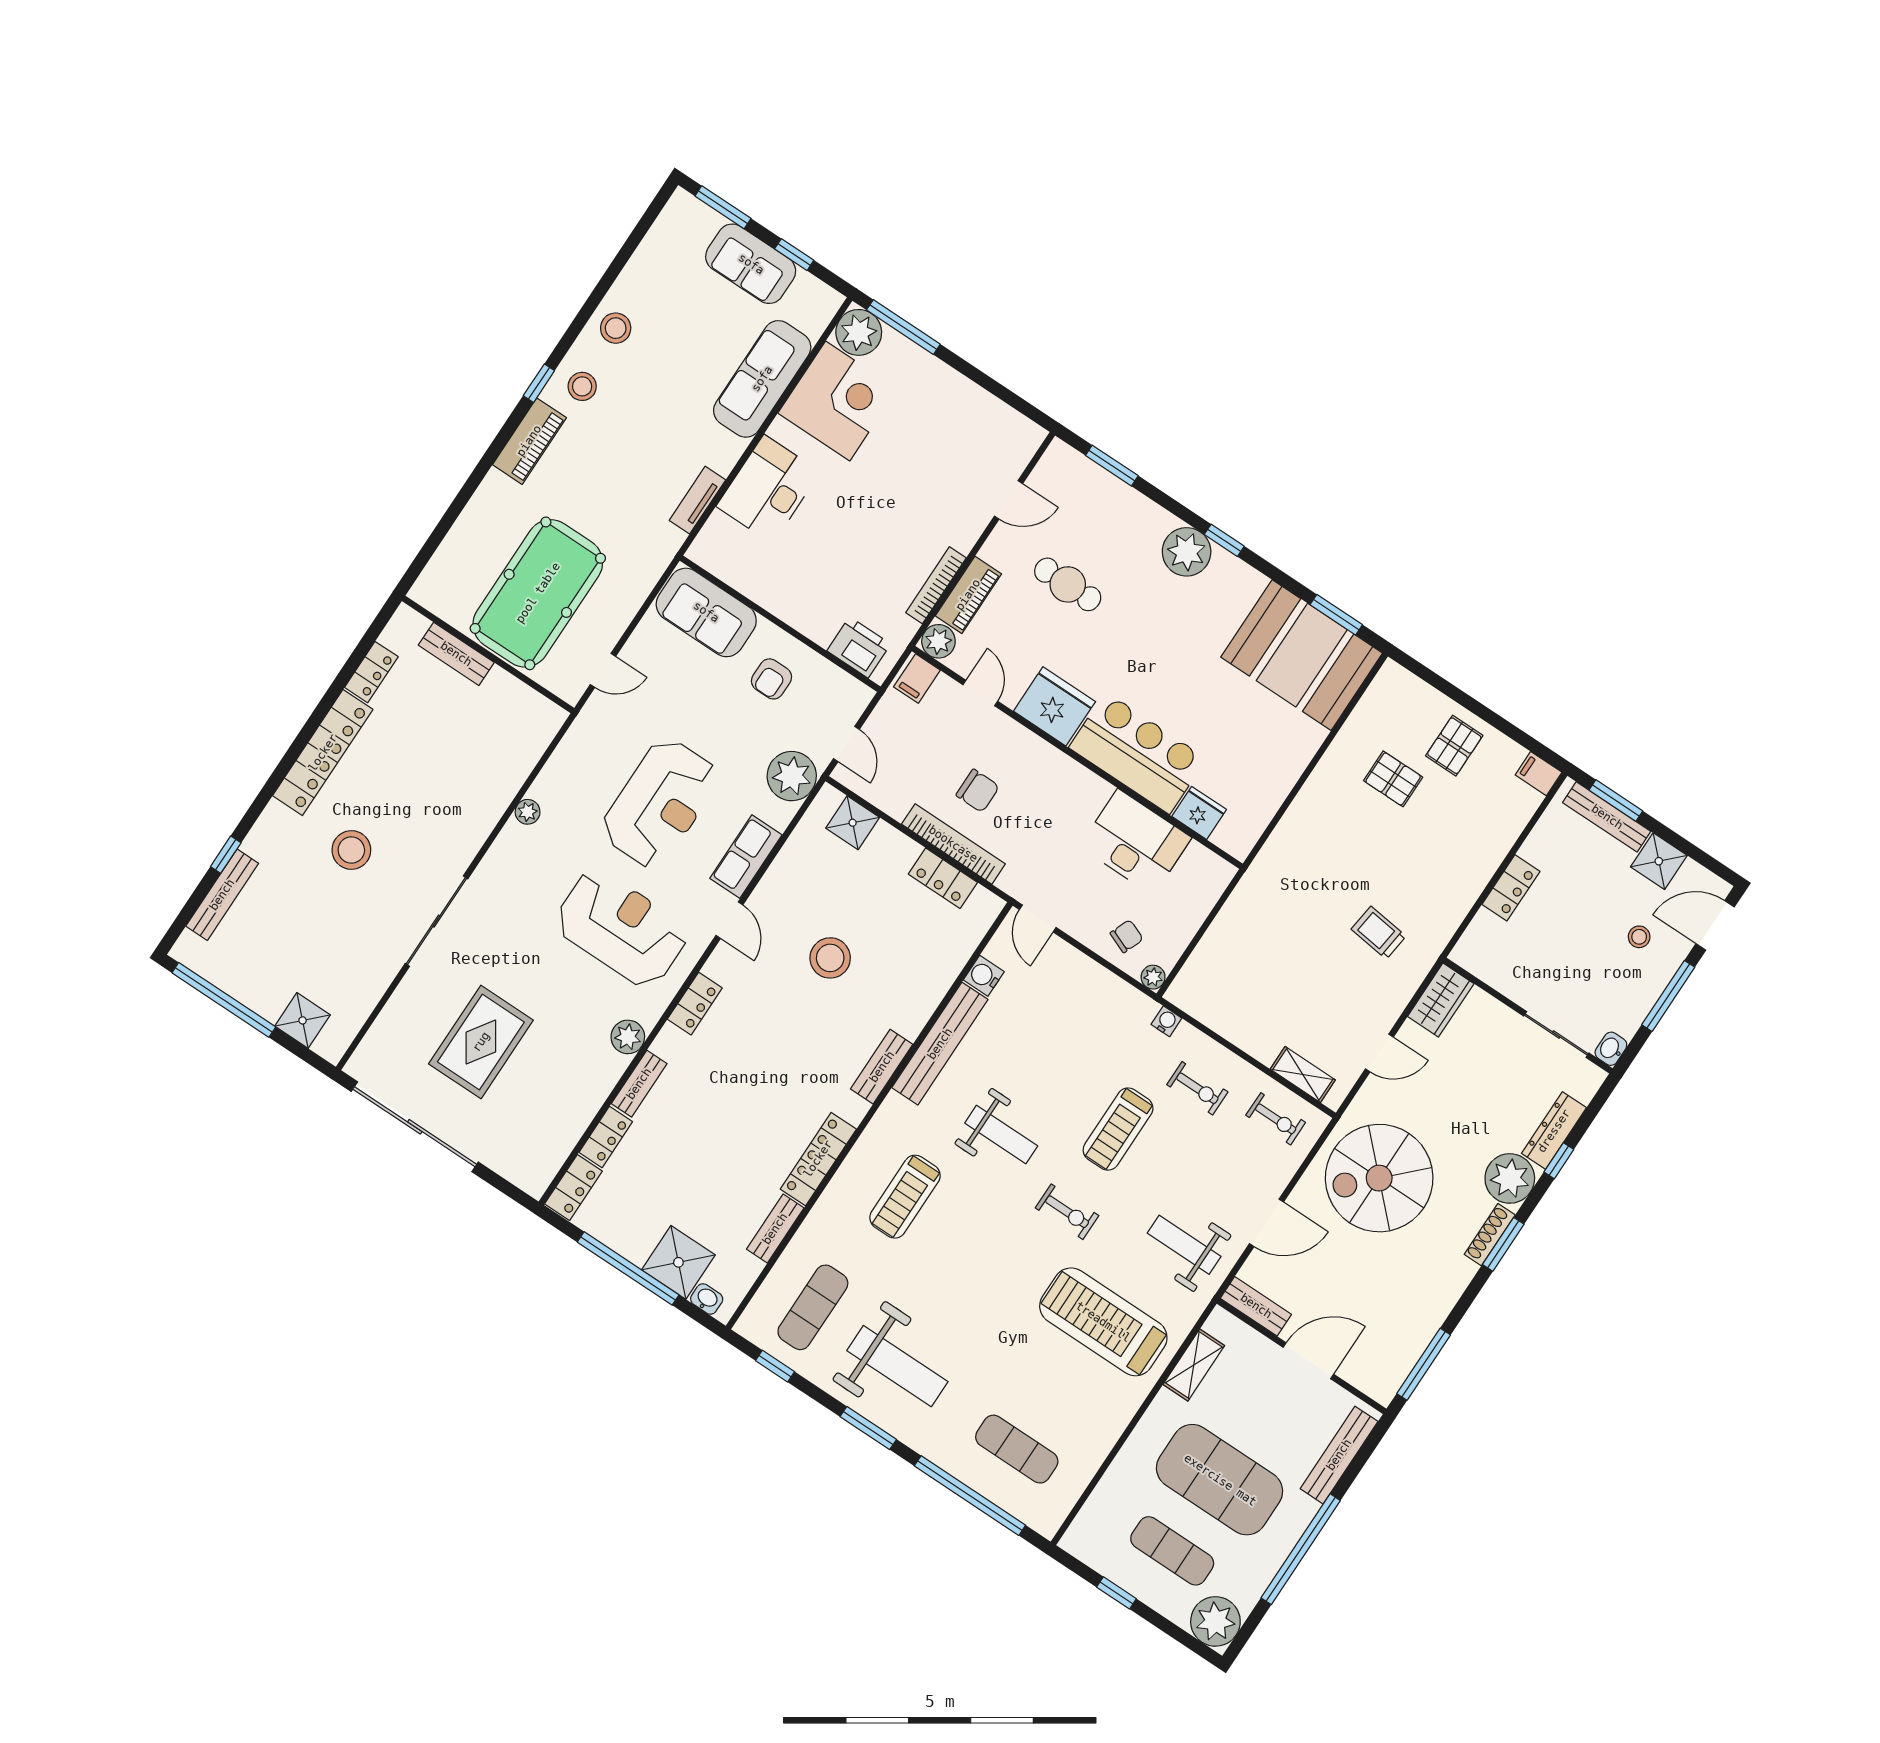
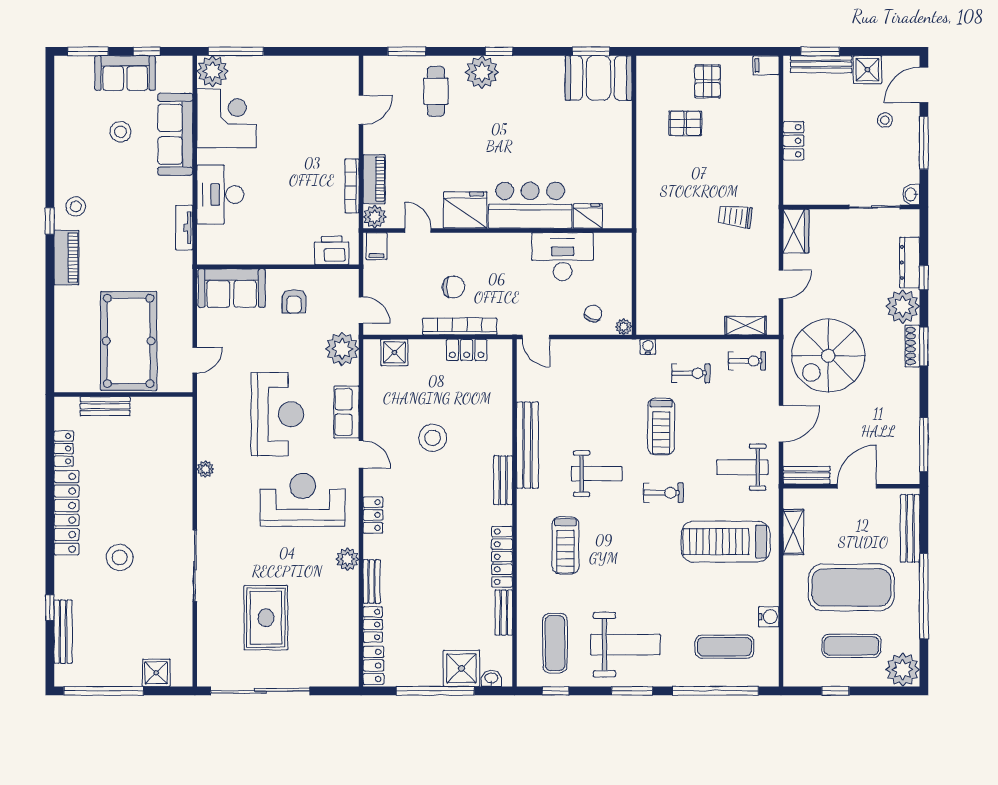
stool: (616, 328) -> (120, 132), moved
cafe table: (1068, 584) -> (436, 91), moved, turned 90
booth: (1302, 655) -> (599, 78), width x0.73, depth x0.70
water cooler: (984, 976) -> (769, 617), moved, turned 180

